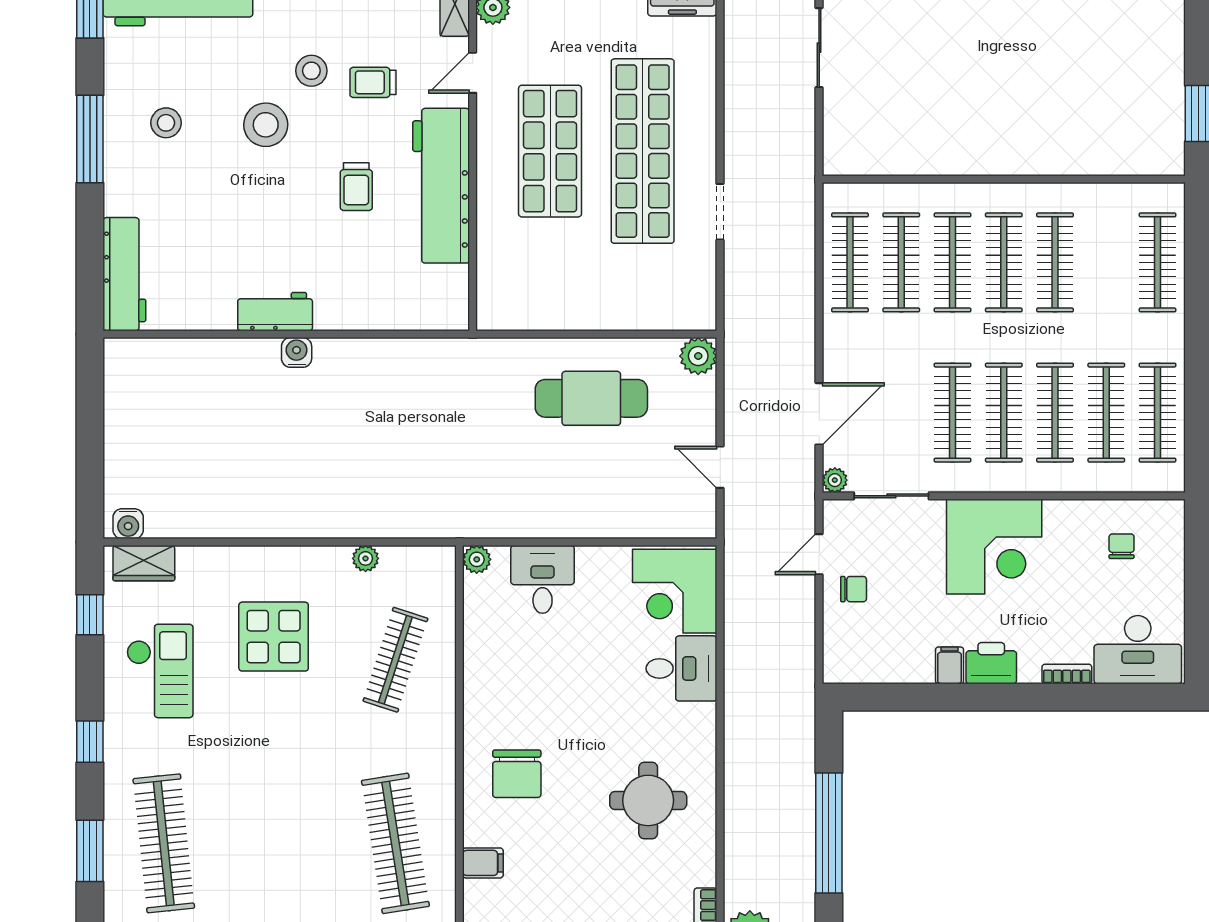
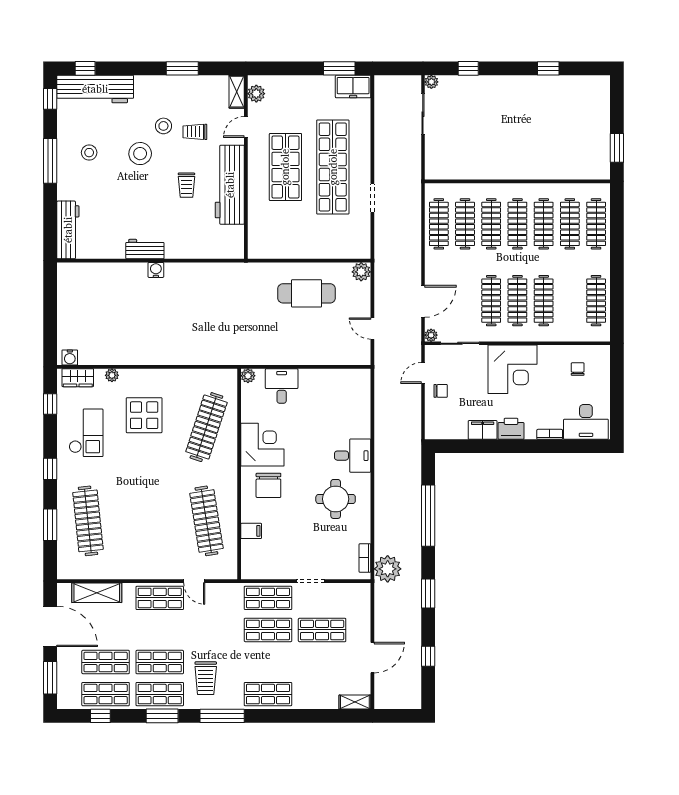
clothes rail: (1106, 413) -> (570, 224), moved
plant: (366, 558) -> (112, 375), moved
corner desk: (675, 591) -> (262, 445), moved, turned 180
clothes rail: (395, 660) -> (206, 427), width x1.37, depth x1.31
filing cabinet: (950, 665) -> (483, 430), width x2.00
desk: (681, 668) -> (353, 456), moved

